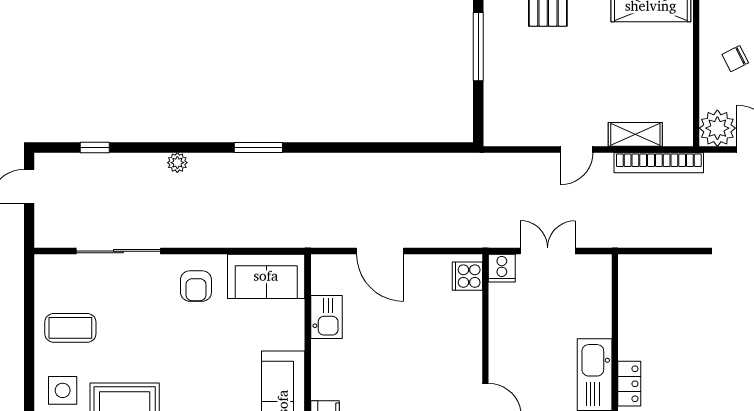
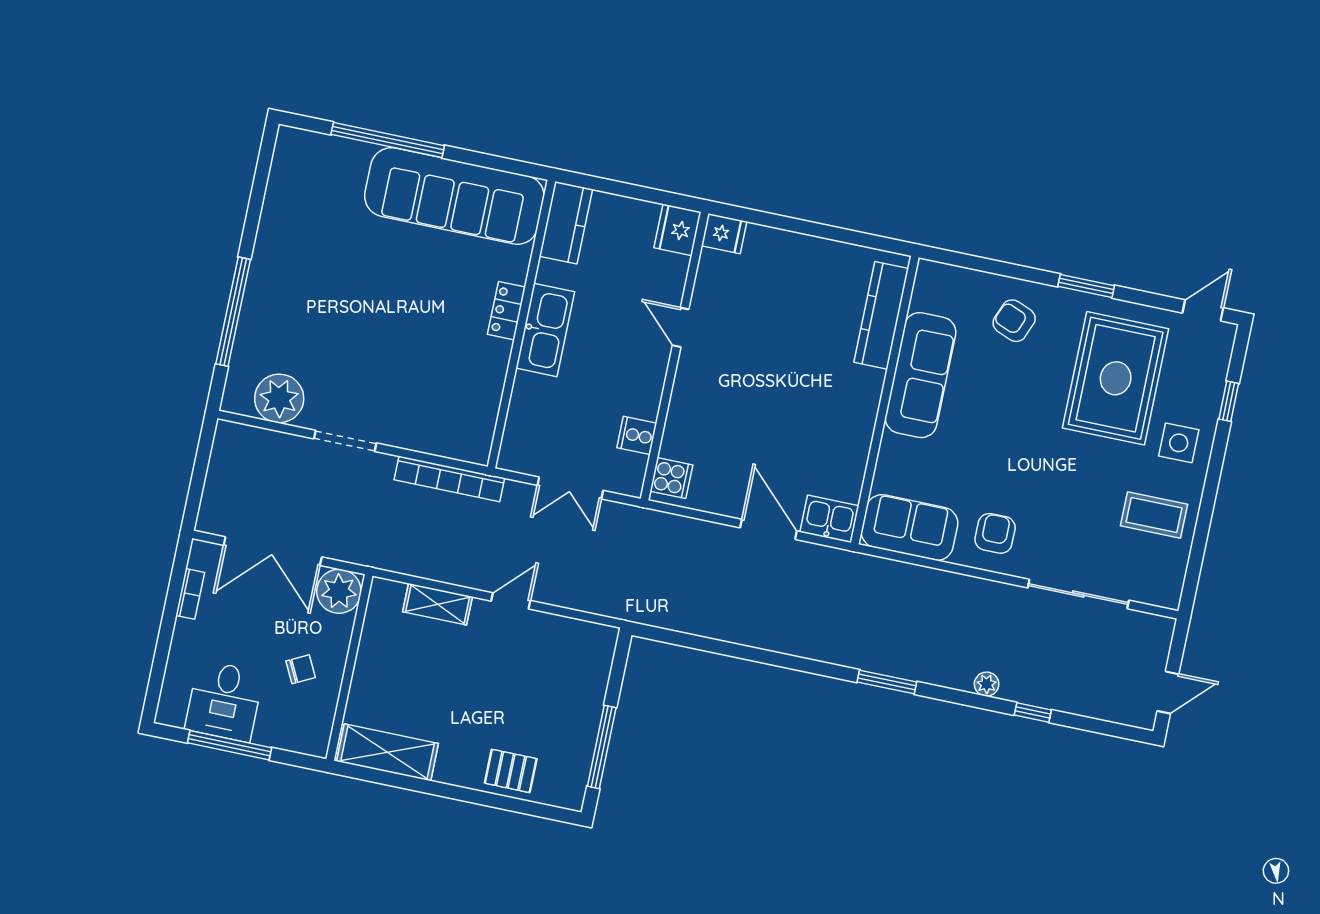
window: (95, 147) -> (1033, 712), moved
bookcase: (659, 163) -> (449, 479), moved, turned 180
cooker: (502, 268) -> (637, 435), moved, turned -90
kitchen sink: (327, 317) -> (829, 519), moved, turned 90

